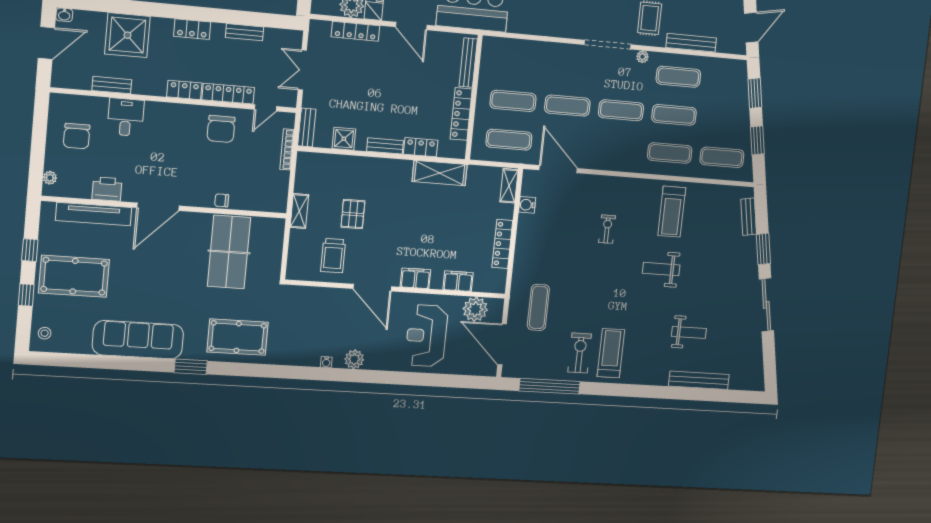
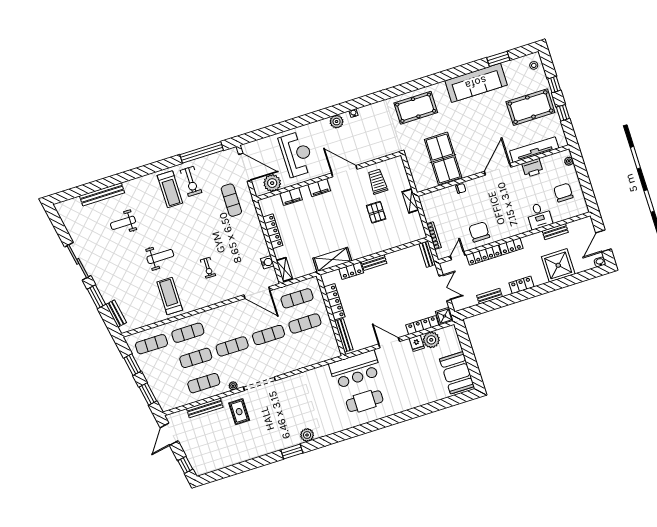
shower: (344, 139) -> (444, 316), moved
window: (191, 367) -> (498, 59), moved

